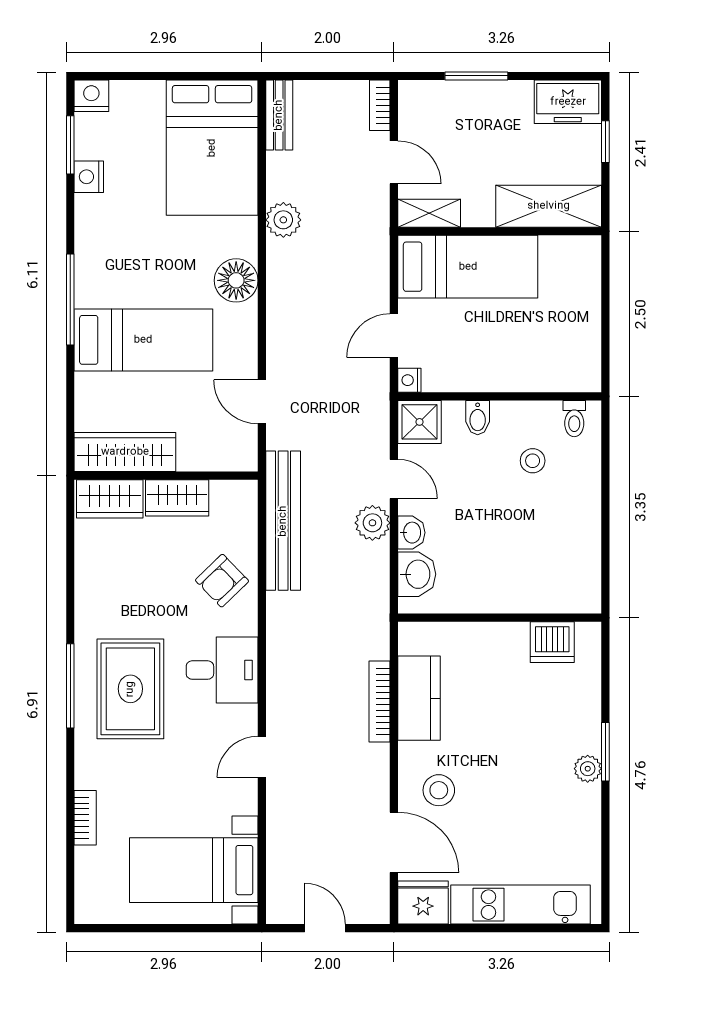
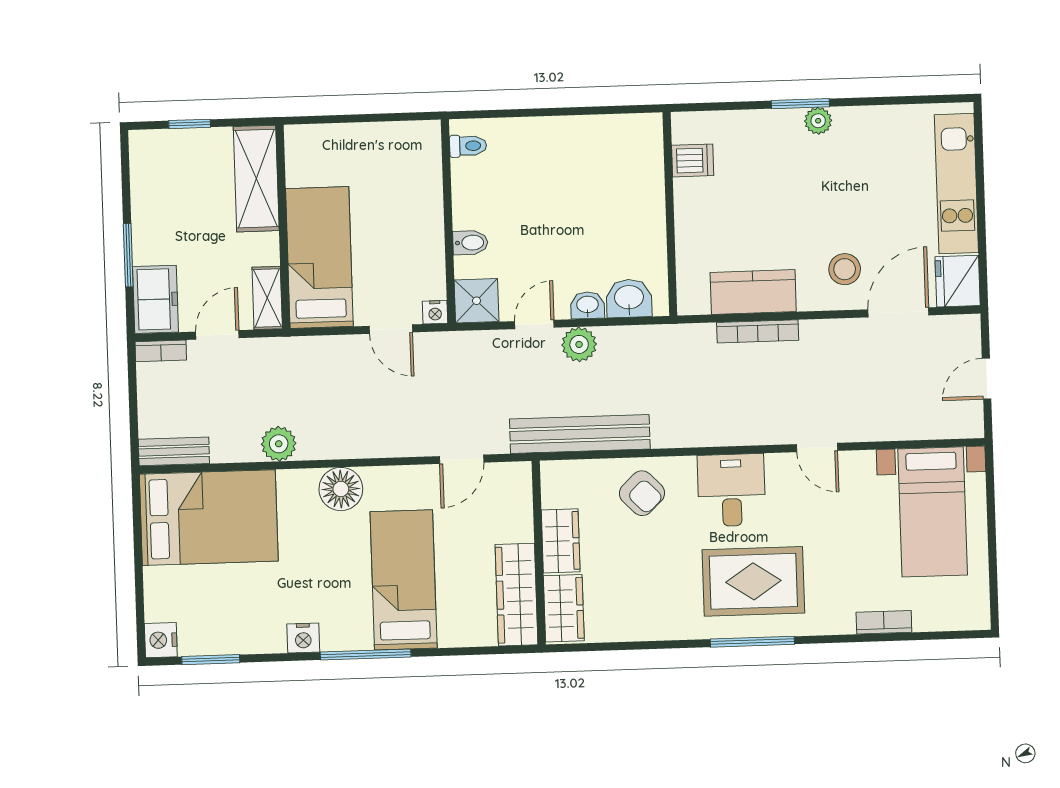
freezer: (568, 102) -> (156, 299), moved
nightstand: (89, 177) -> (303, 638), moved
stool: (533, 461) -> (512, 186), removed
dishwasher: (552, 642) -> (693, 160), width x0.73

